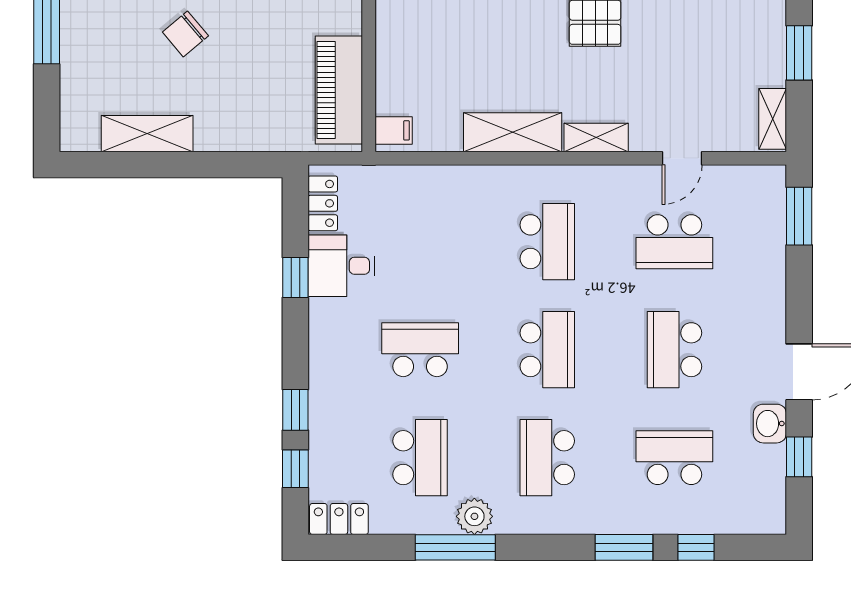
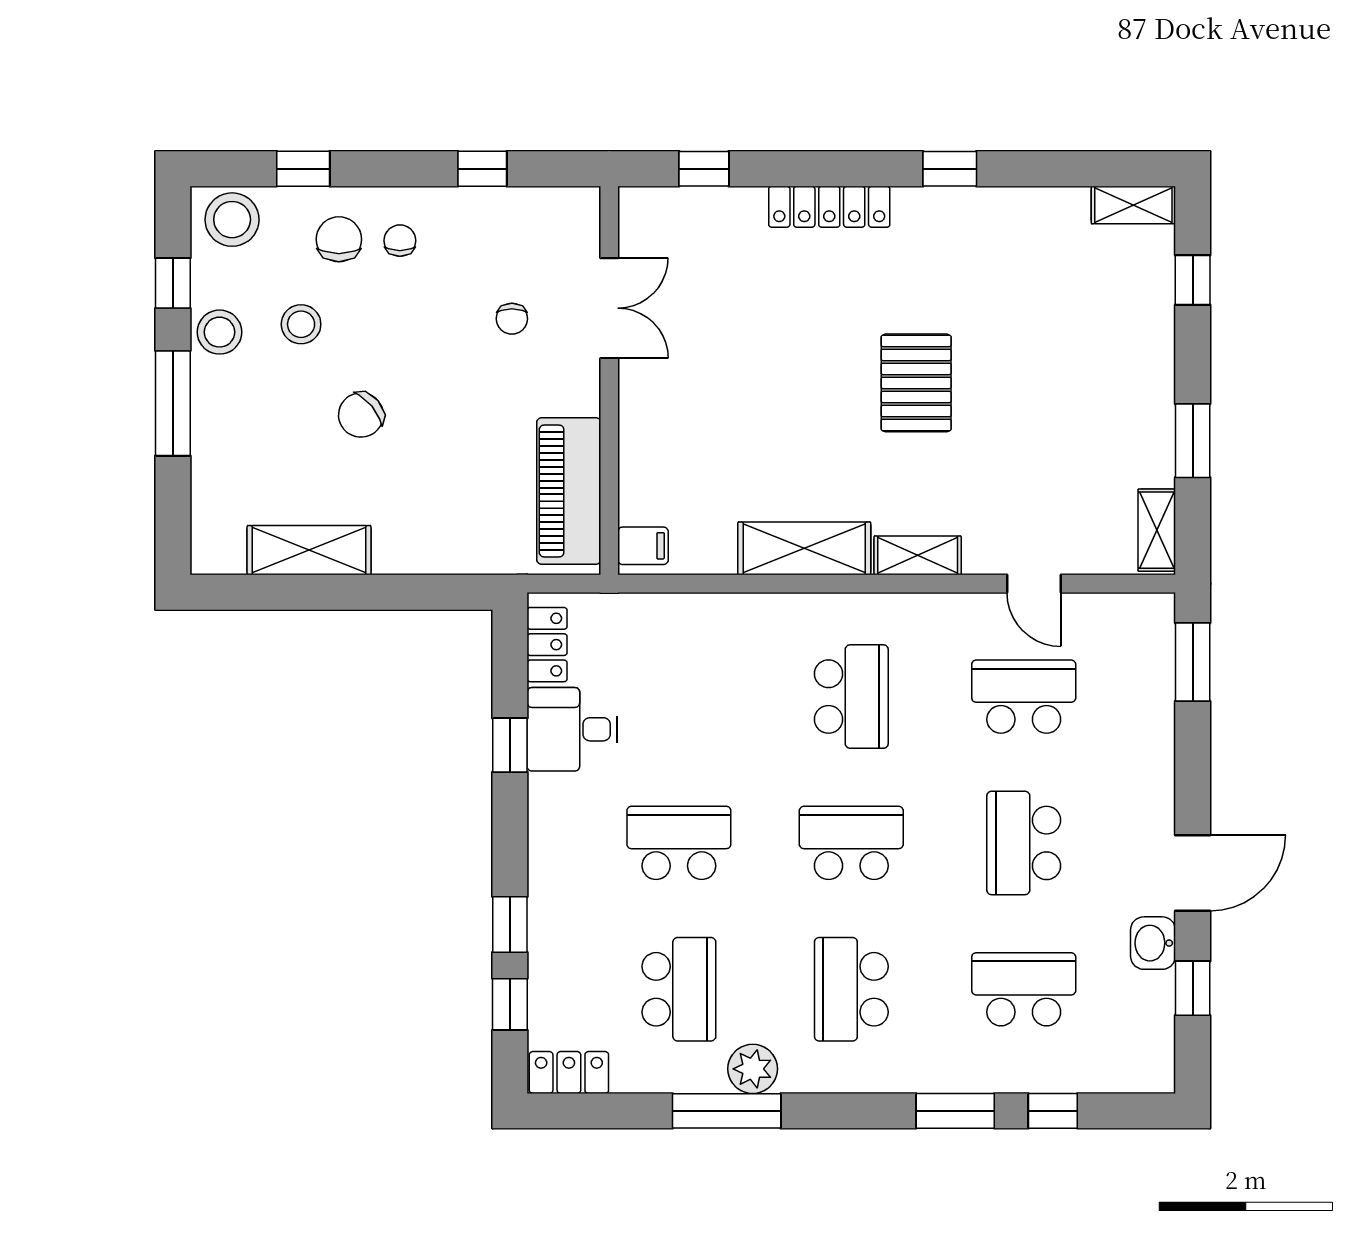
door: (682, 158) -> (1034, 584), hinge flipped
school desk: (674, 242) -> (1024, 697), turned 180
school desk: (547, 350) -> (851, 843), turned -90

